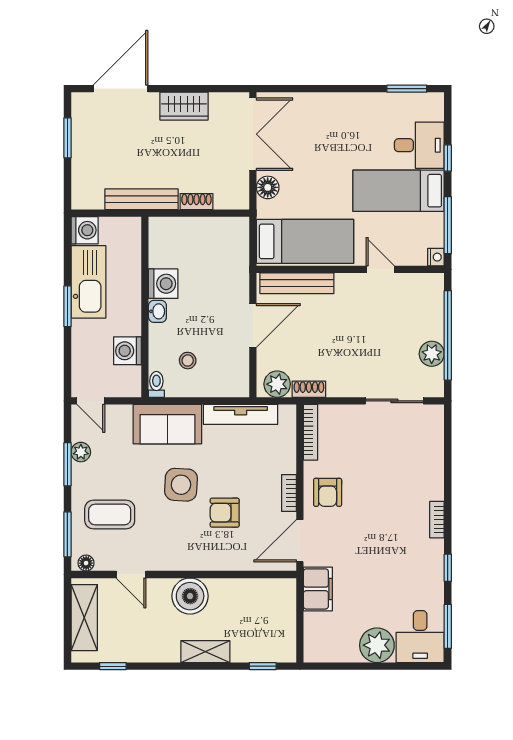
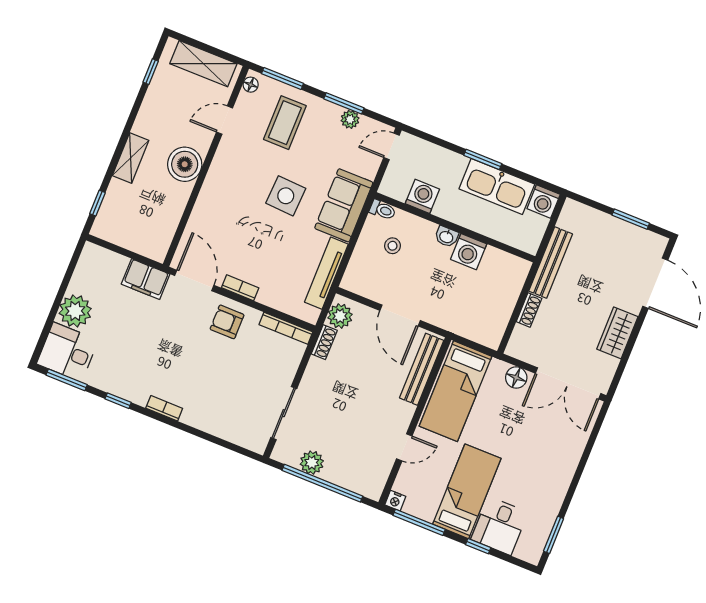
armchair: (225, 513) -> (246, 224), removed

